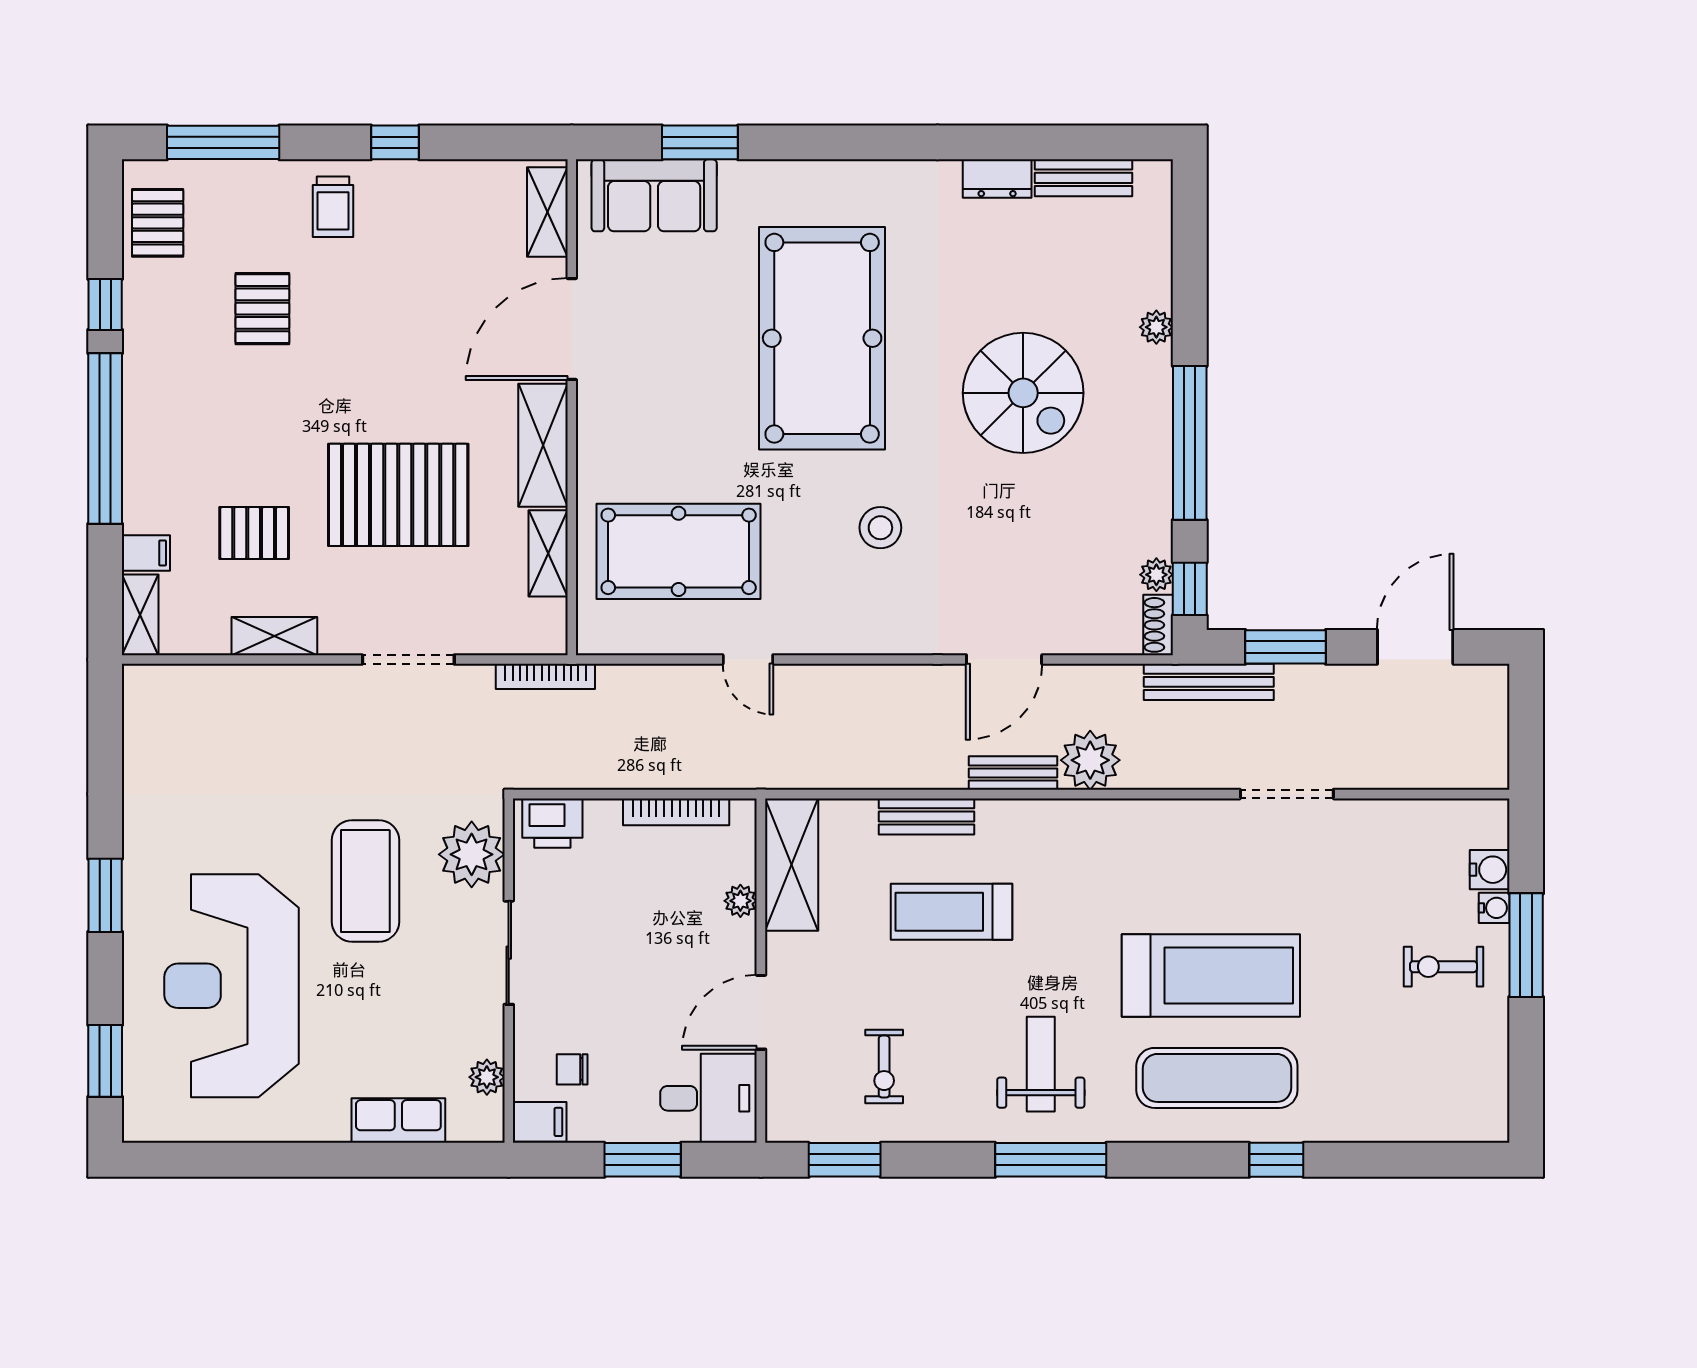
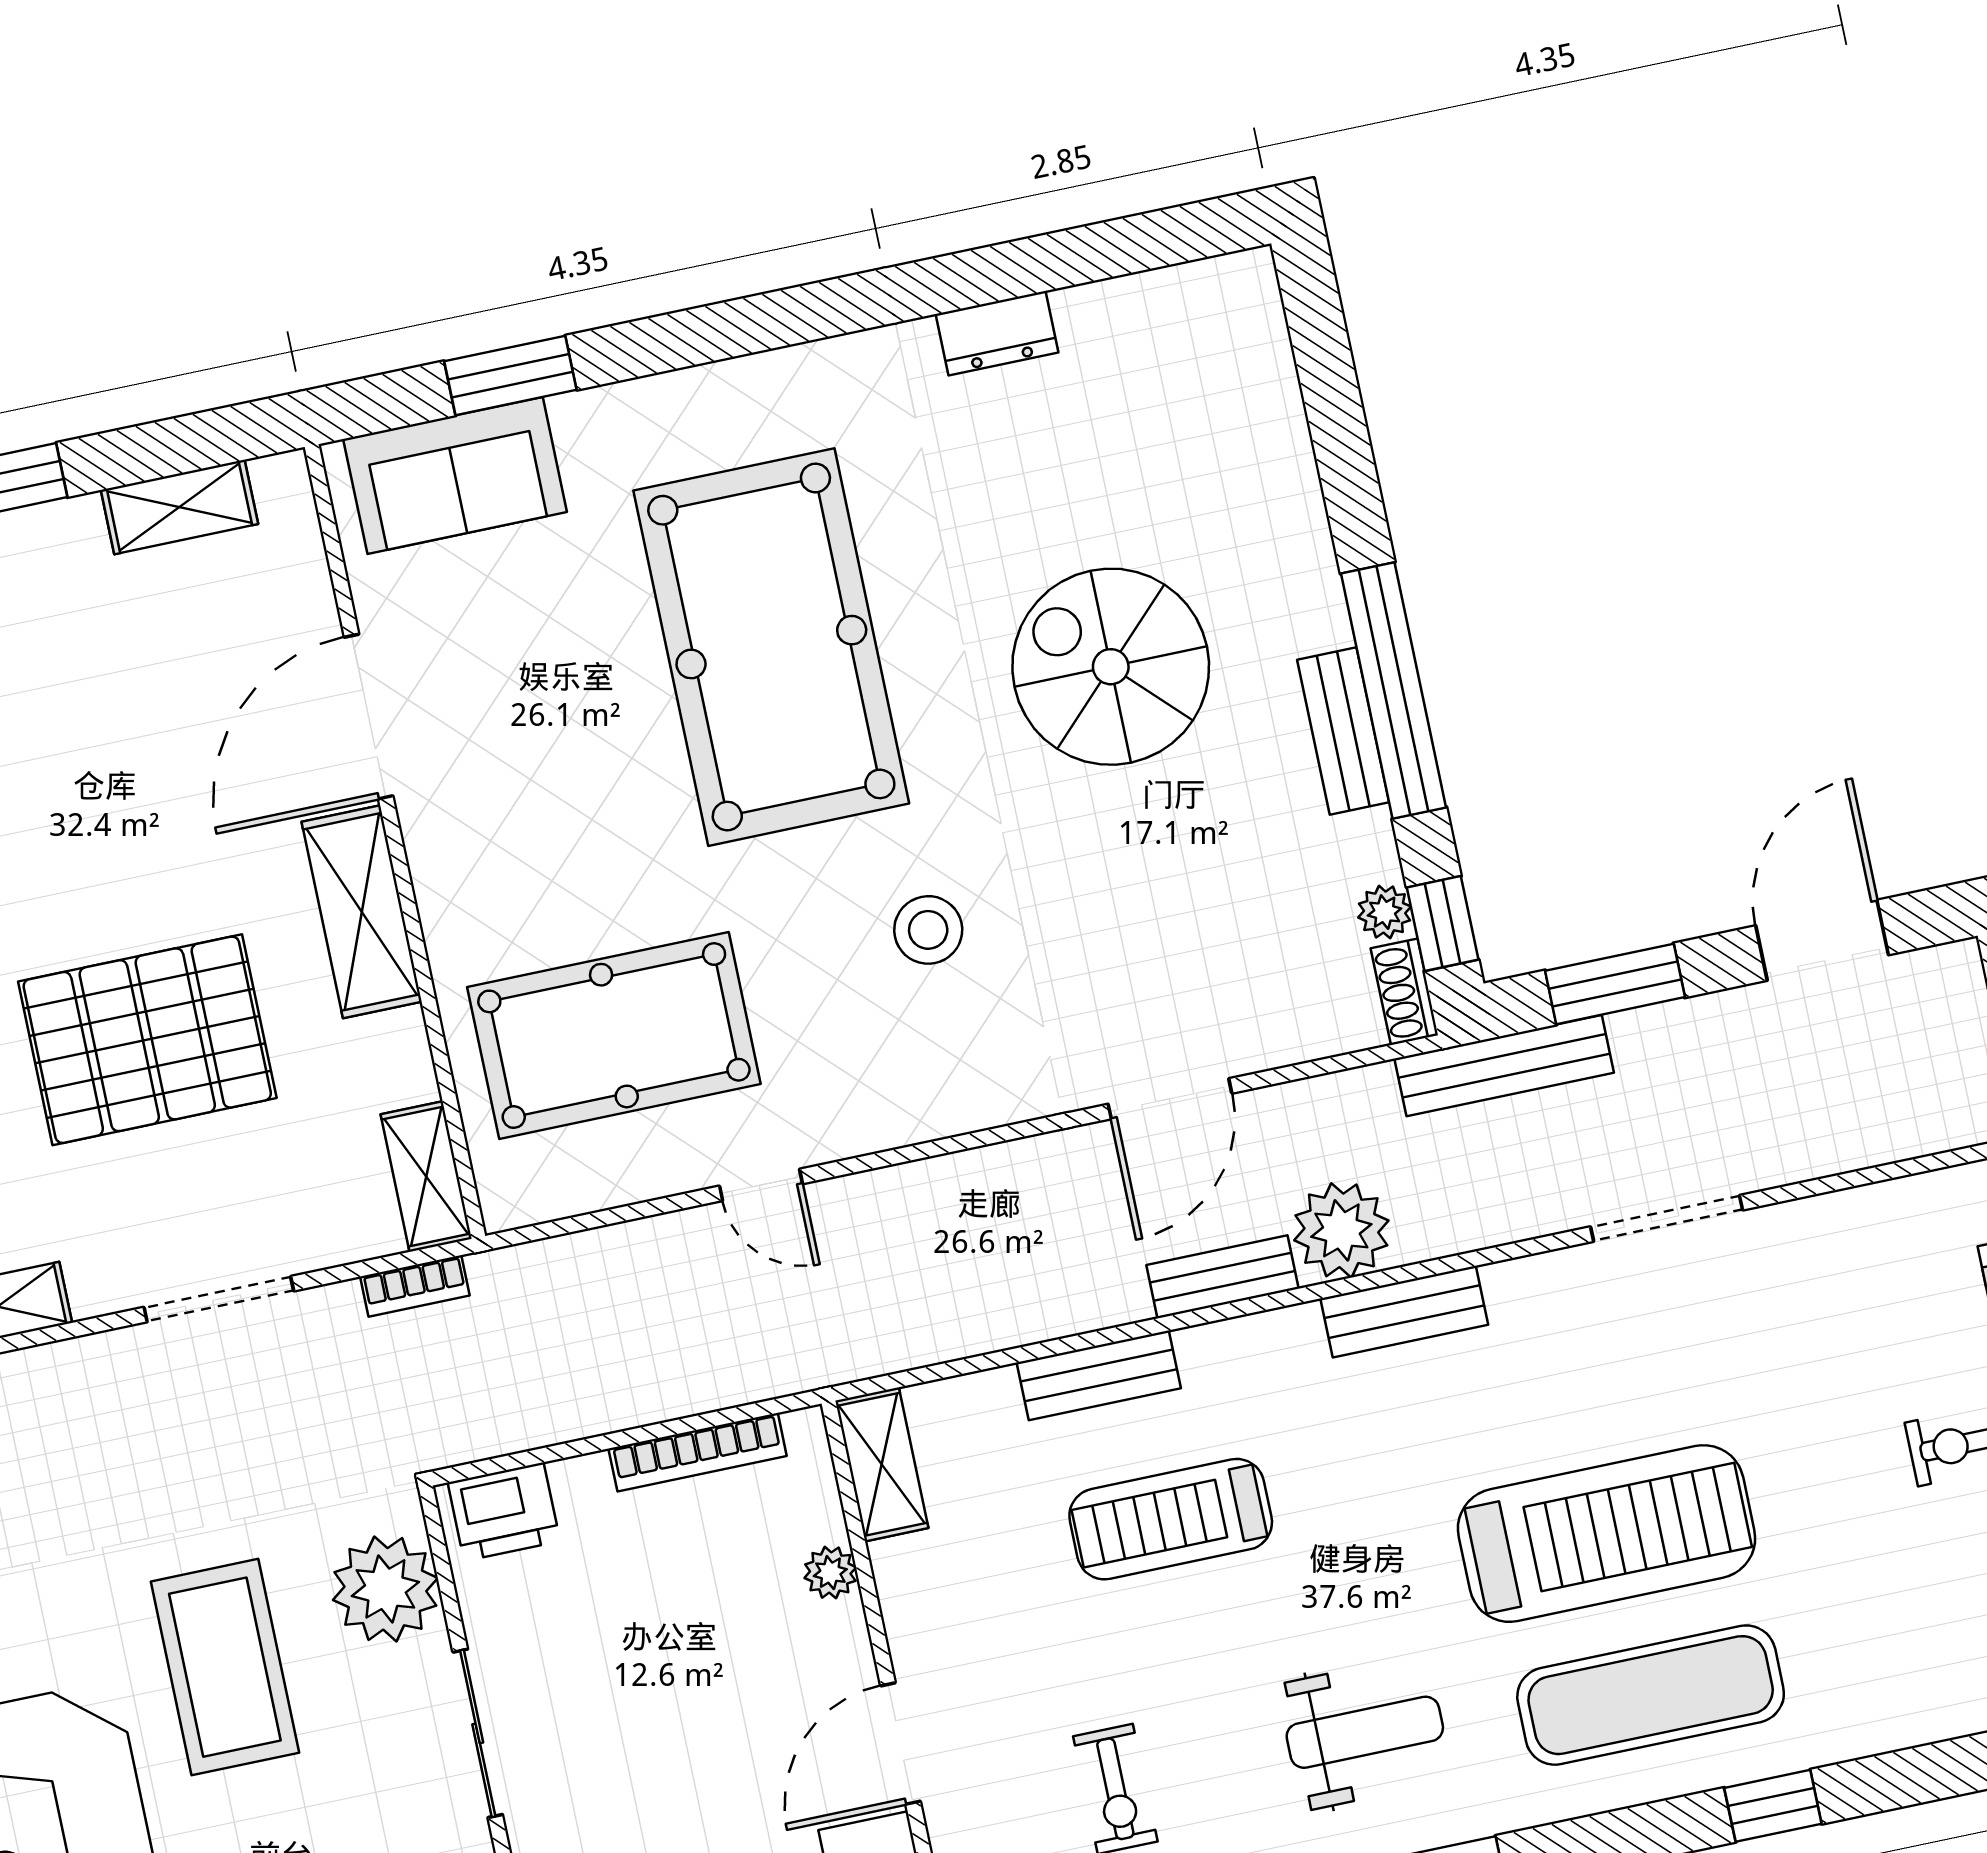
bench: (1083, 178) -> (1343, 731), moved, turned 90
shelving: (547, 212) -> (179, 507), moved, turned 90
plant: (1156, 327) -> (1301, 517), removed
spiral stairs: (1023, 393) -> (1111, 667), turned 180
shelving: (548, 553) -> (426, 1176), moved
bookcase: (545, 676) -> (415, 1286), width x0.64
bench: (1118, 817) -> (1404, 1312), added
shelving: (792, 865) -> (882, 1464), width x0.67, depth x0.75
weight bench: (1041, 1064) -> (1365, 1732), turned 90

